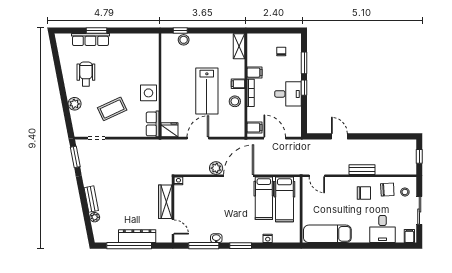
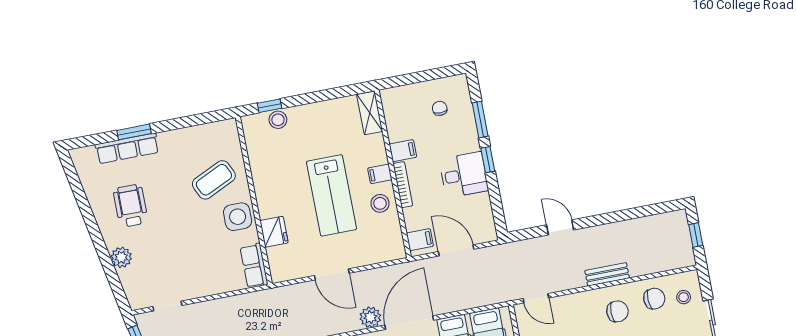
coffee table: (112, 109) -> (214, 180), moved
fridge: (170, 130) -> (274, 232), moved, turned 90
door: (198, 138) -> (332, 274), swing flipped

